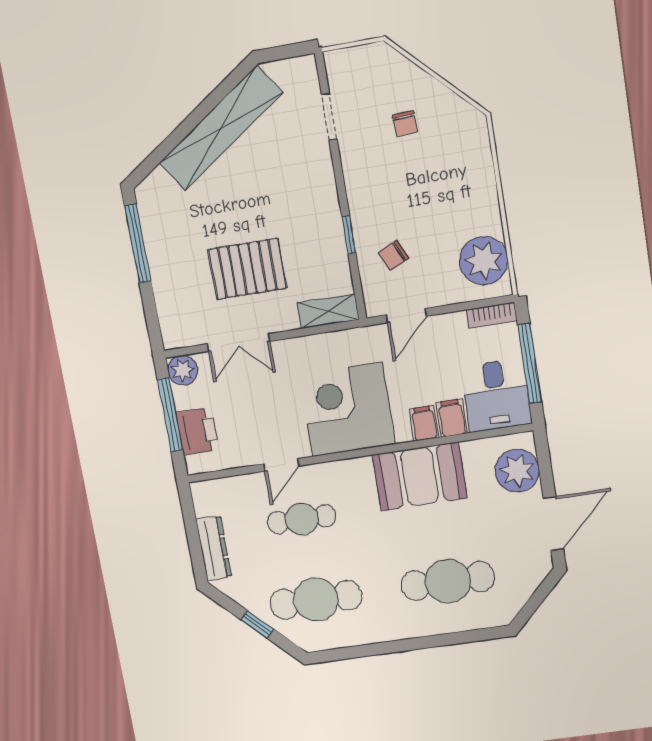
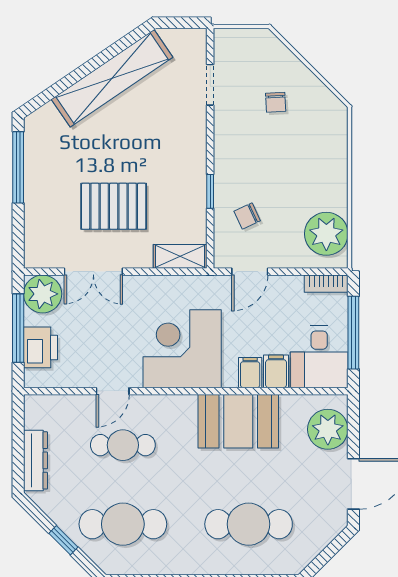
plant: (183, 370) -> (43, 294), width x1.36, depth x1.36

